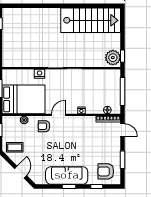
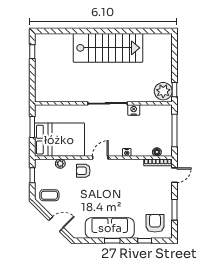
stairs: (91, 20) -> (108, 48), moved
nightstand: (40, 74) -> (134, 110), moved
door: (123, 130) -> (174, 175), hinge flipped
armchair: (106, 171) -> (155, 223), turned 90
door: (21, 172) -> (56, 224), hinge flipped

